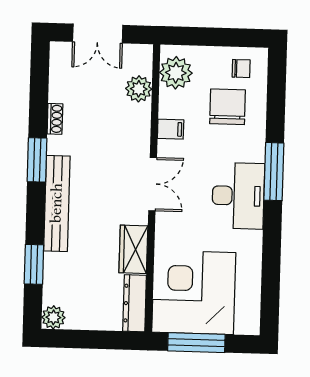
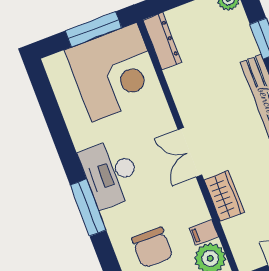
plant: (139, 89) -> (237, 231), removed
filing cabinet: (171, 129) -> (204, 232), moved
wardrobe: (133, 249) -> (224, 196), moved

